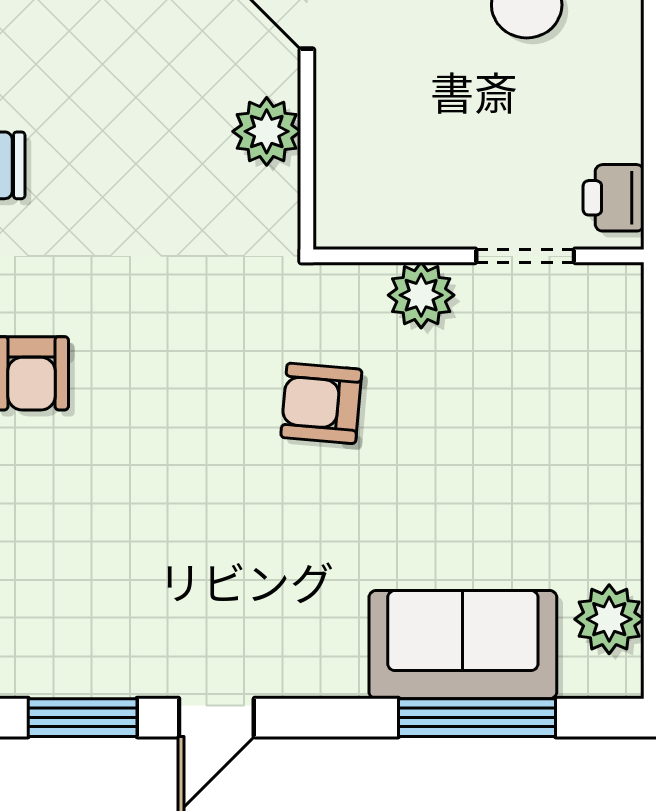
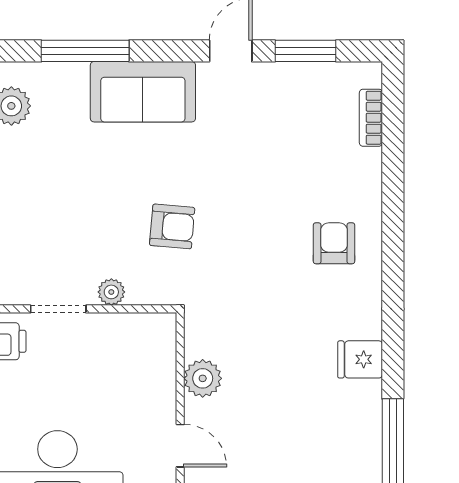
plant: (421, 295) -> (111, 292), width x0.73, depth x0.73
sofa: (463, 645) -> (143, 92), moved

